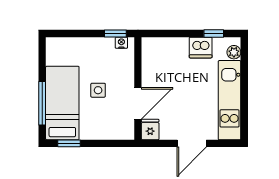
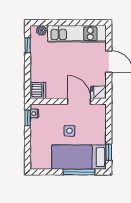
dishwasher: (201, 48) -> (38, 90), moved

